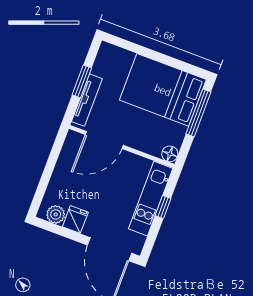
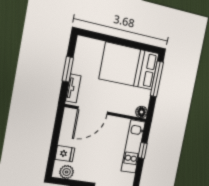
tv unit: (87, 100) -> (73, 88), width x0.71
fridge: (75, 219) -> (65, 154), moved, turned 90

